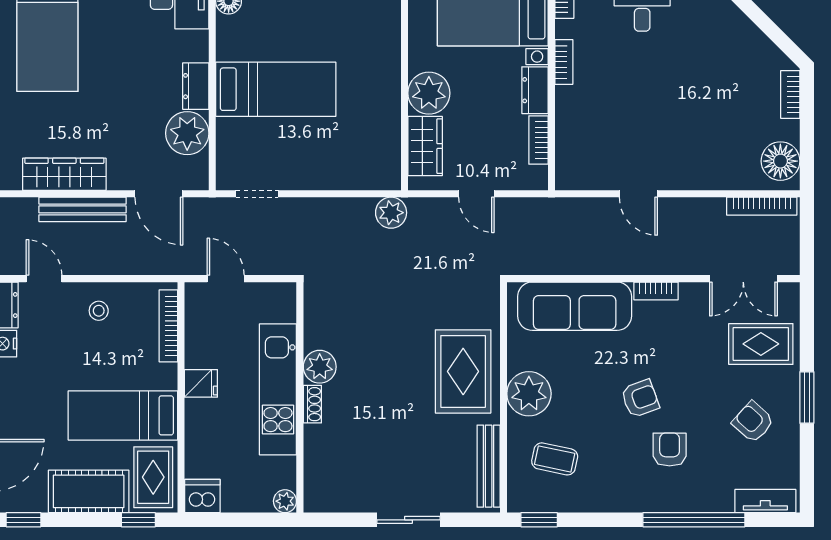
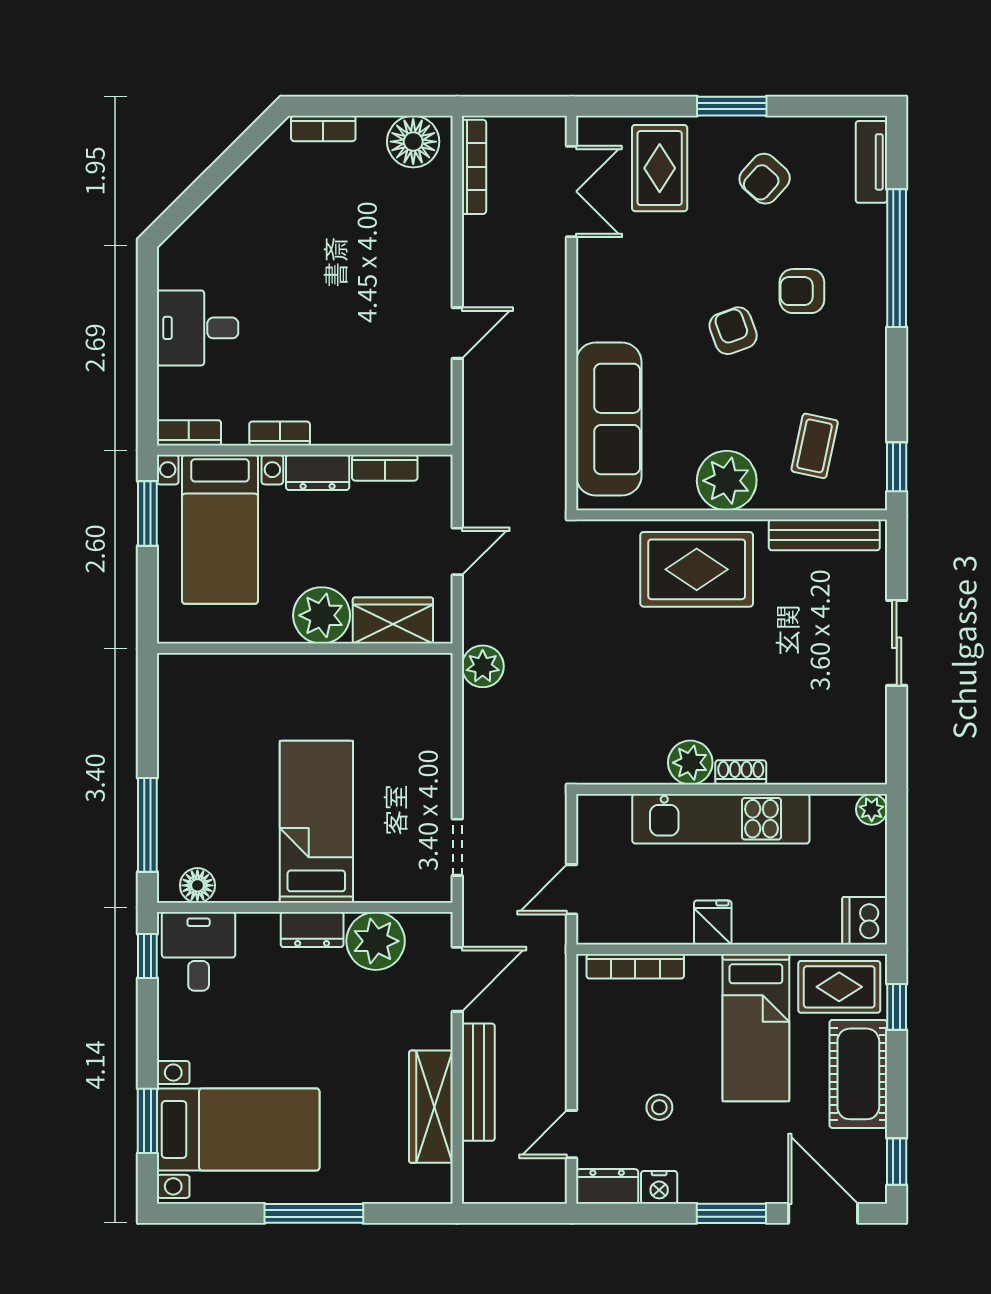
bookcase: (656, 291) -> (588, 309), removed
stool: (99, 311) -> (659, 1107), moved

